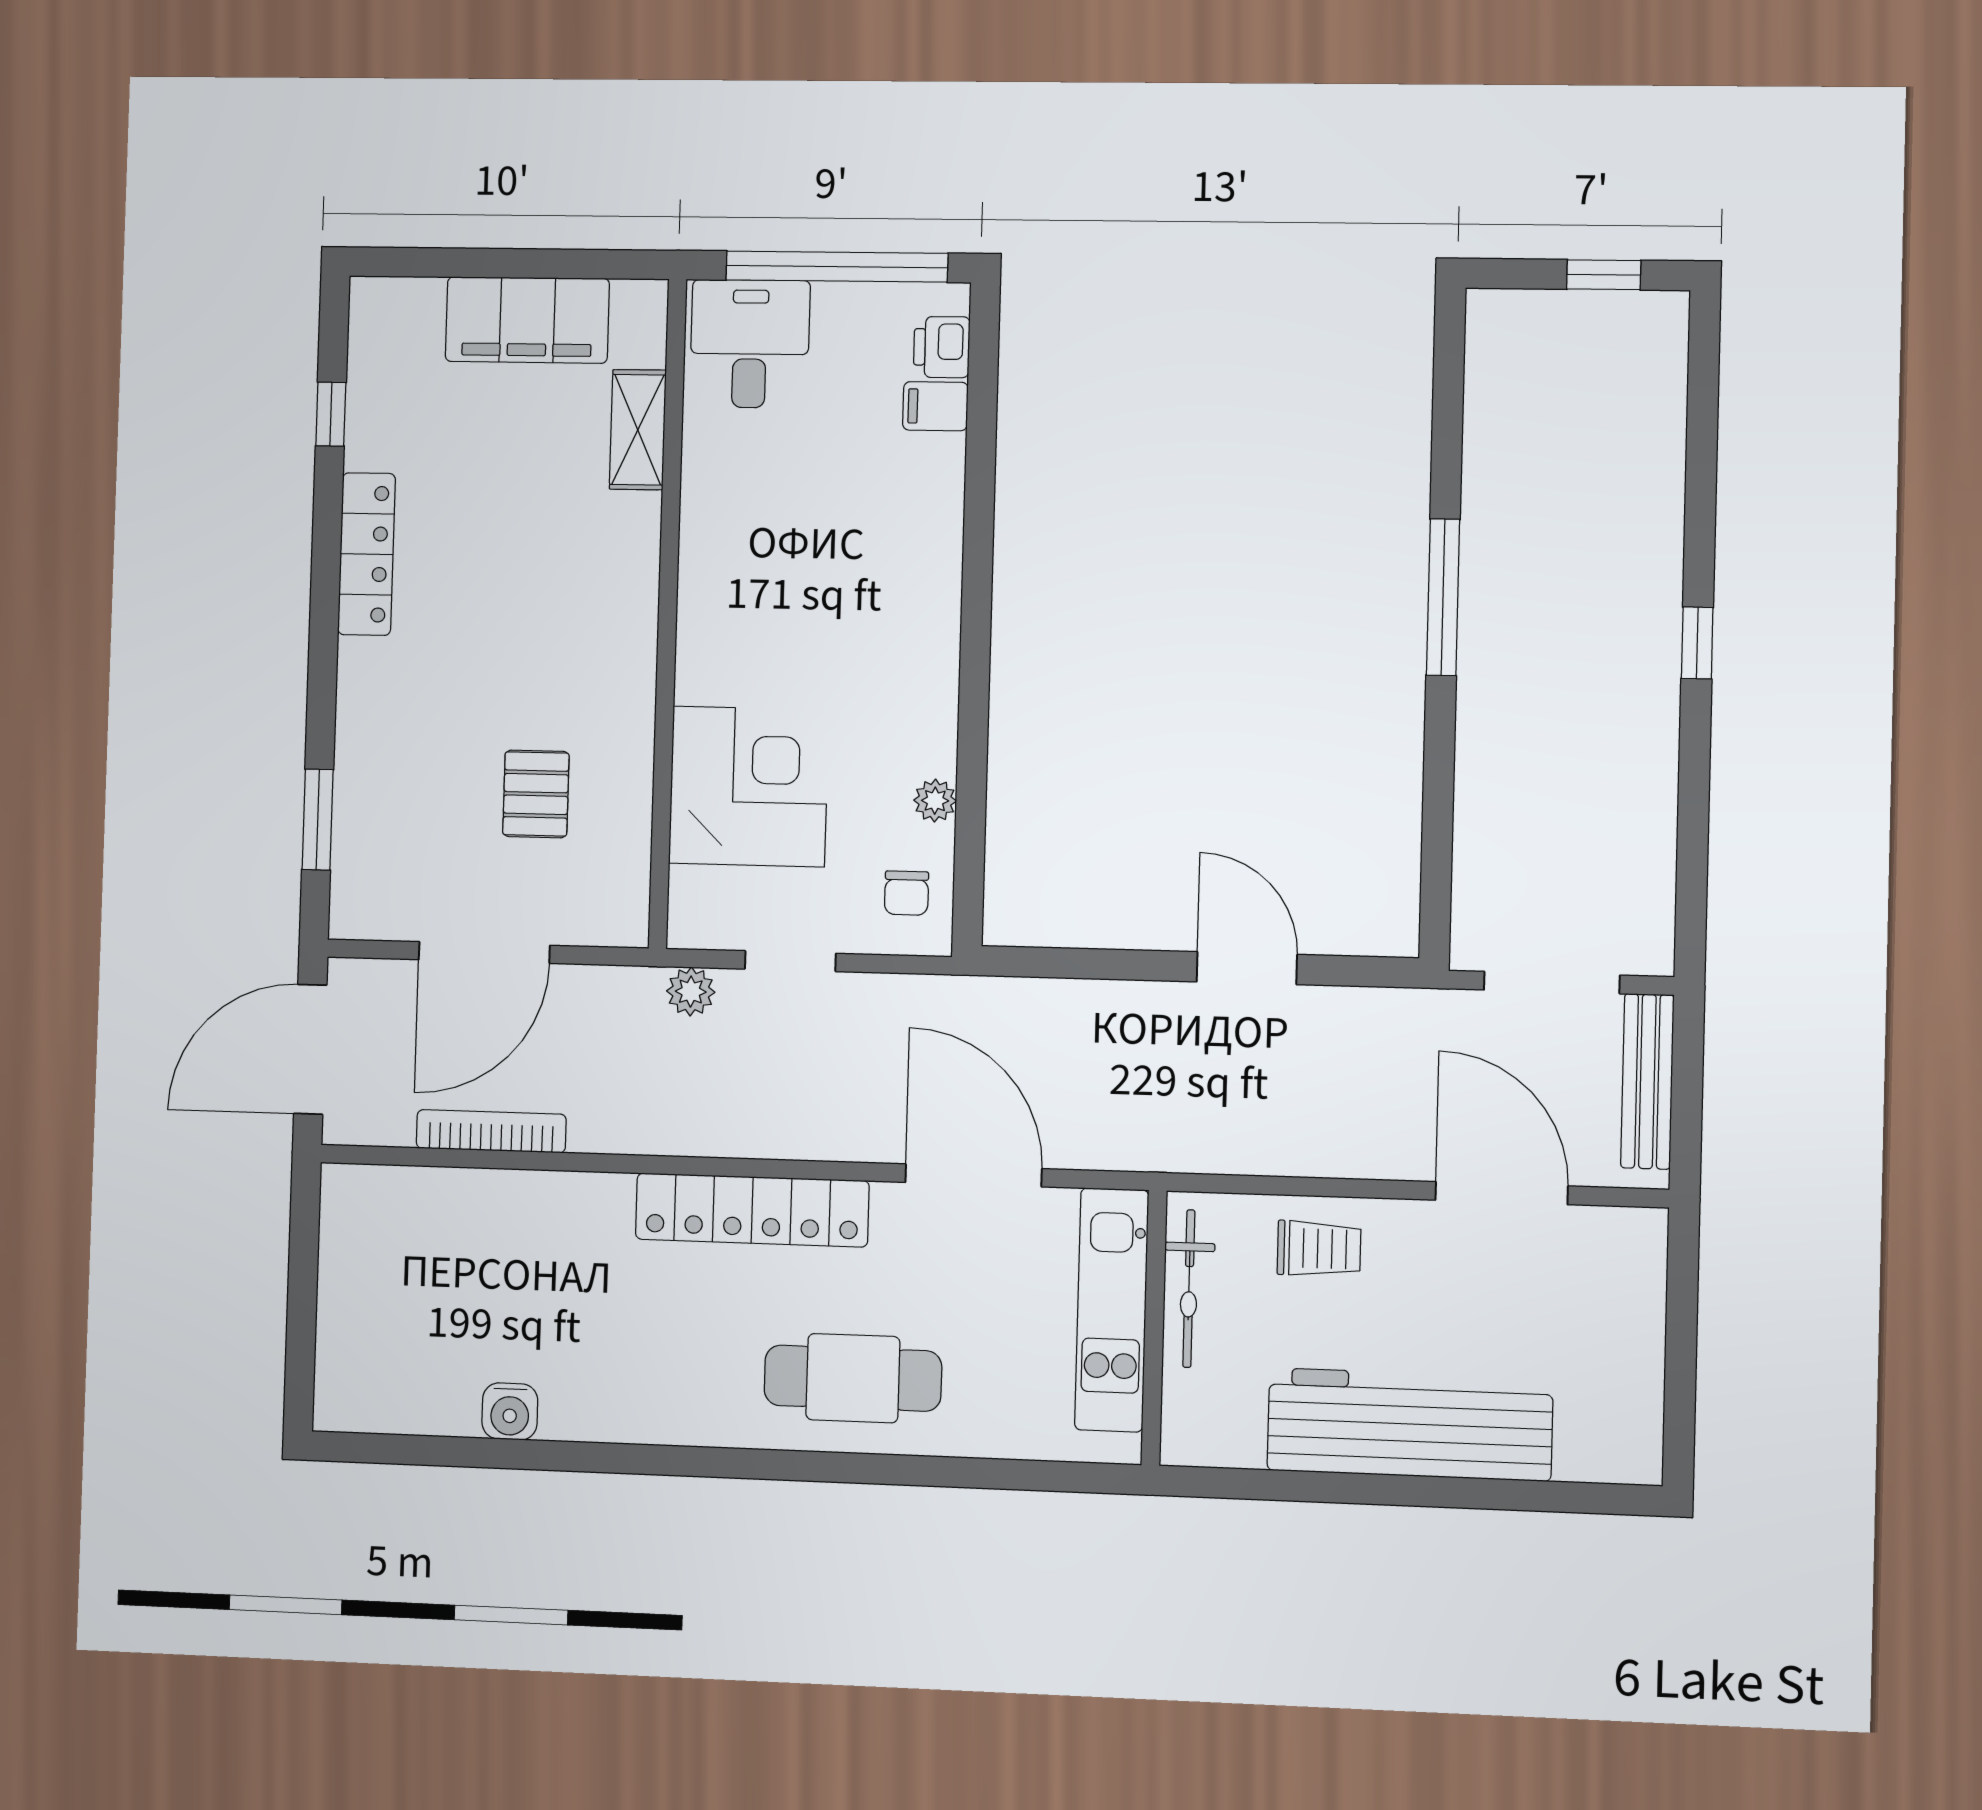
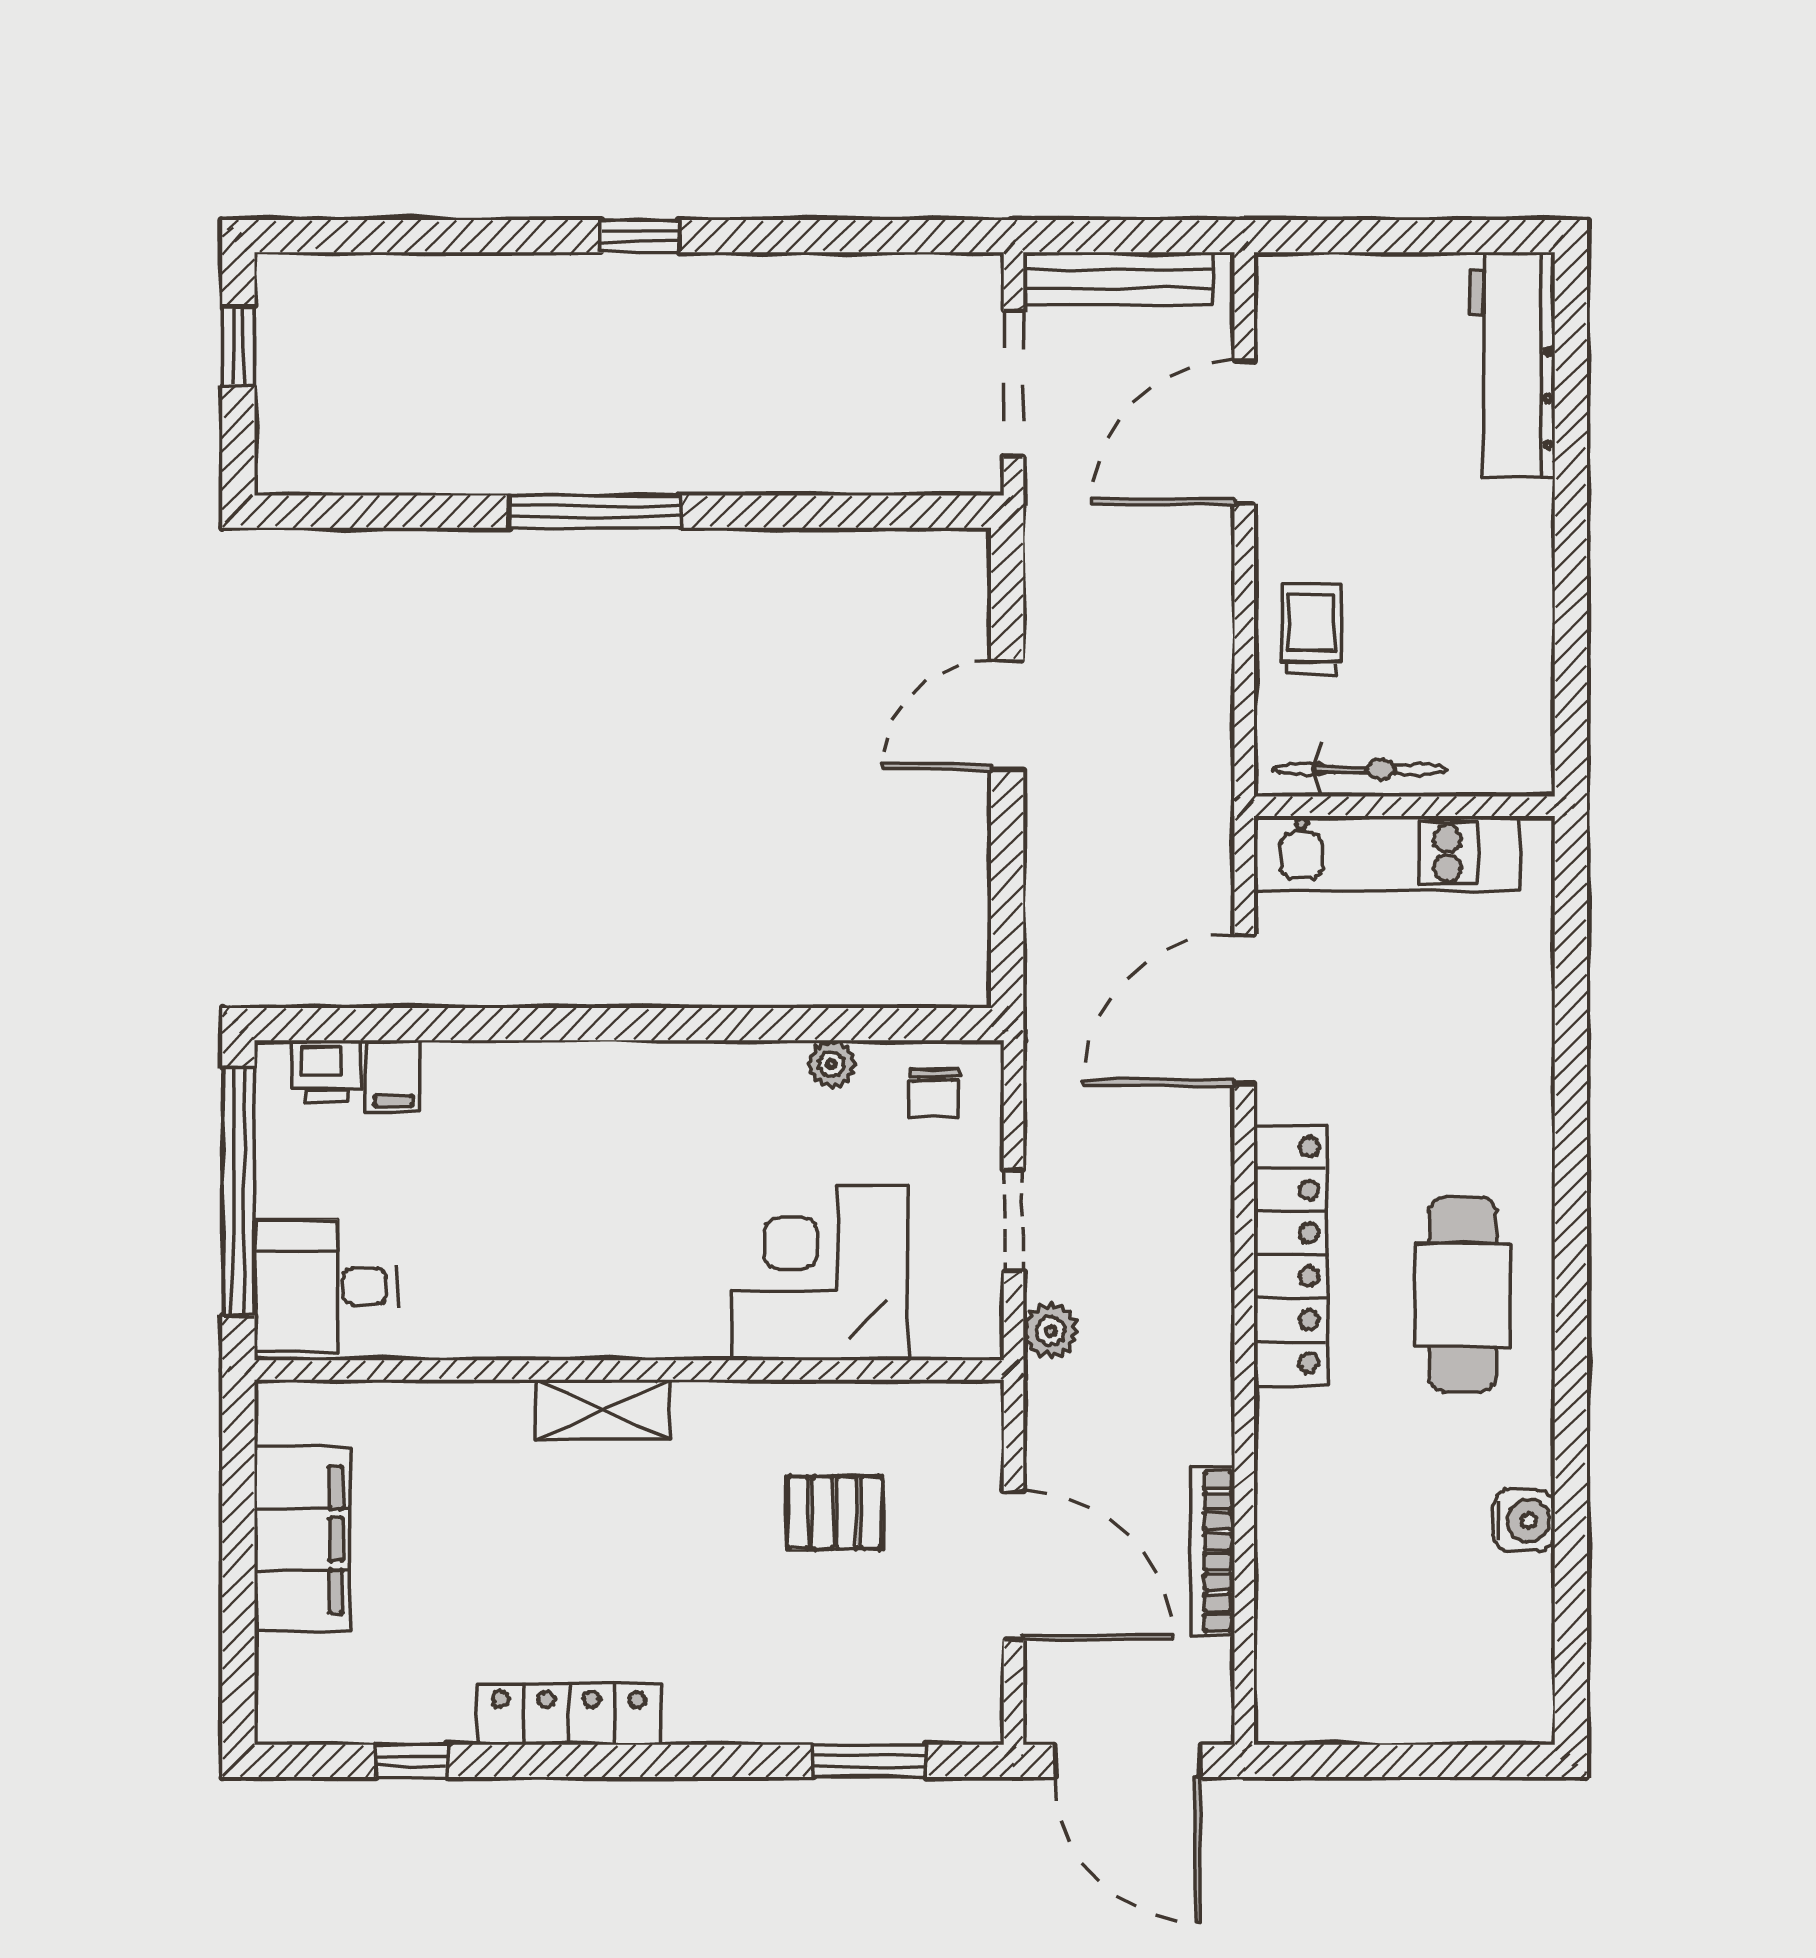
shelving: (638, 430) -> (603, 1410), moved
chair: (906, 893) -> (935, 1093), turned 90
cafe table: (853, 1378) -> (1463, 1294), moved
workbench: (1410, 1424) -> (1513, 365), moved, width x0.73, depth x0.76

